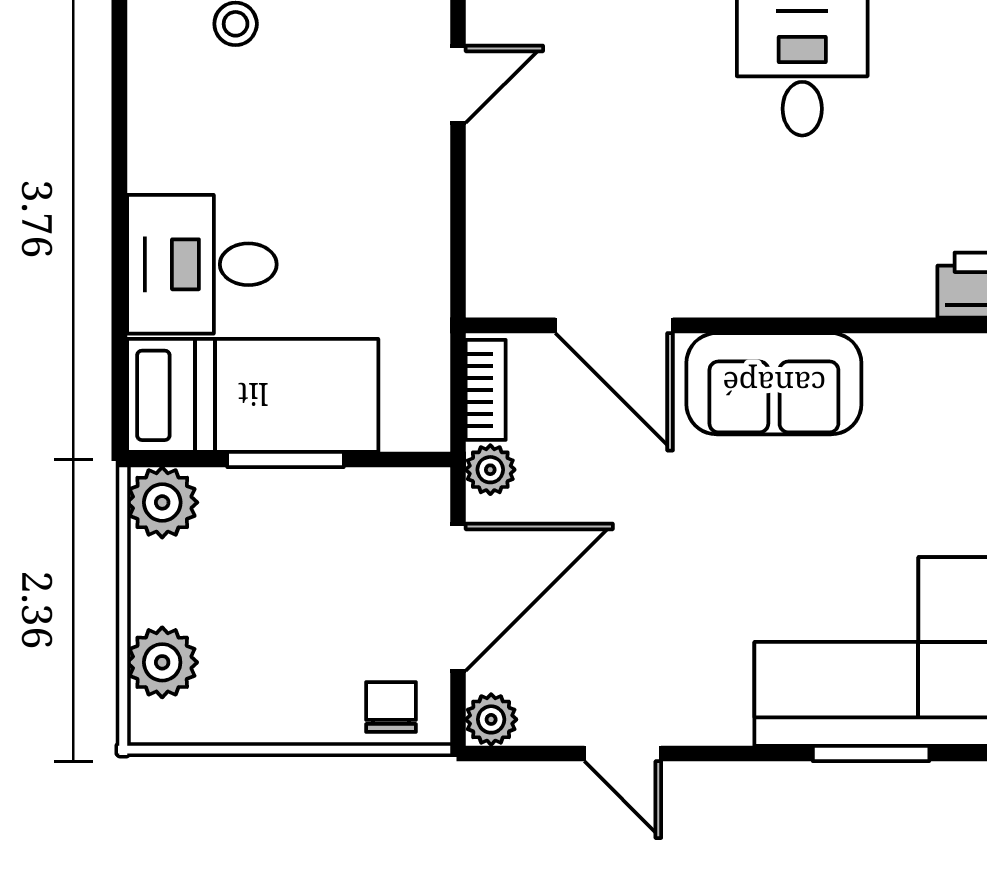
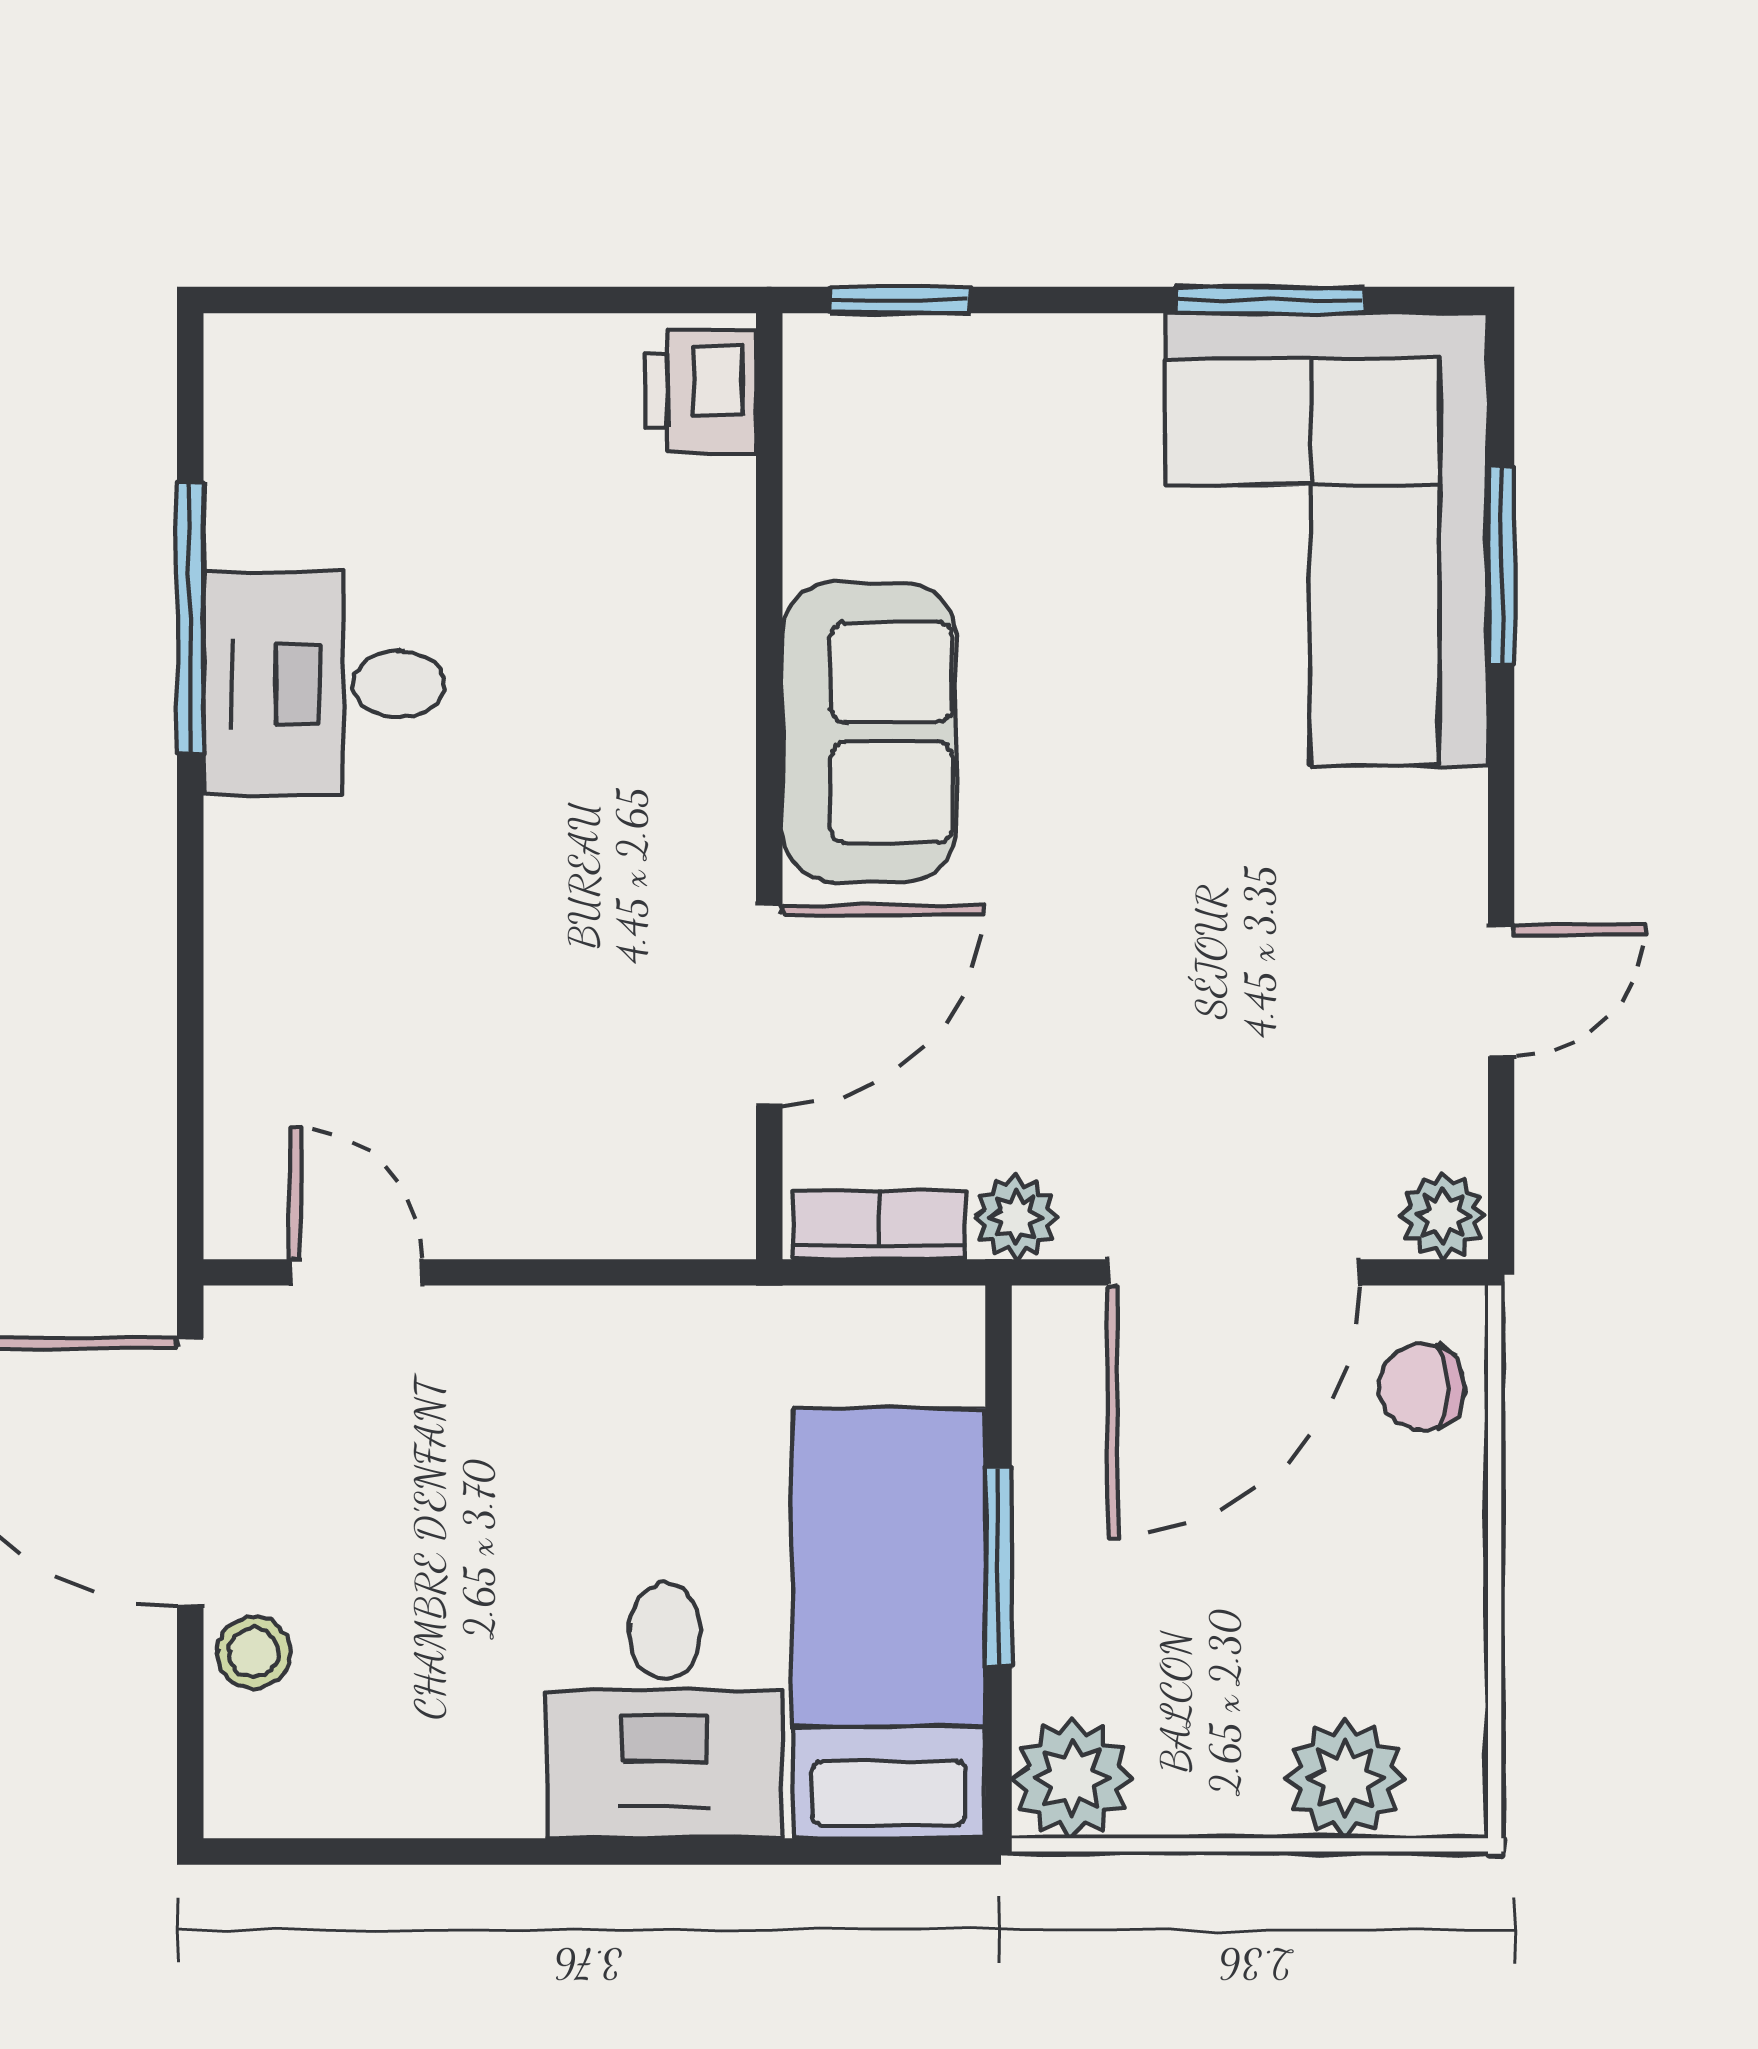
door: (458, 597) -> (1234, 1272), swing flipped

